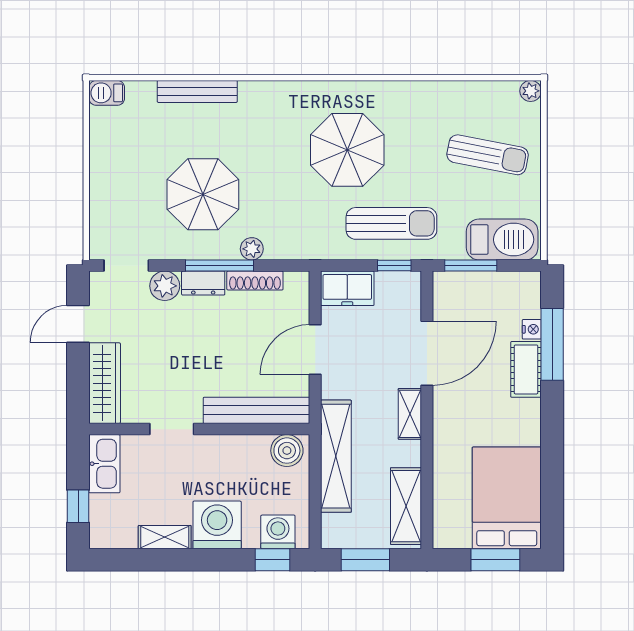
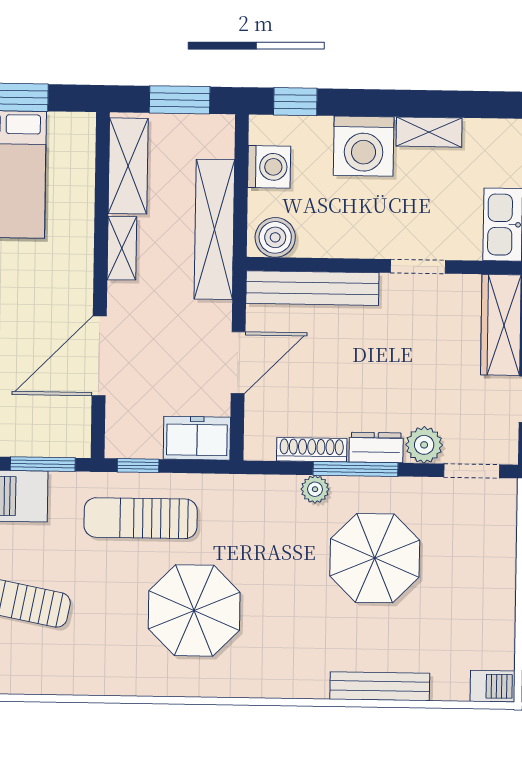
shelving: (410, 414) -> (122, 248), moved
washing machine: (278, 532) -> (269, 167), moved, turned -90

